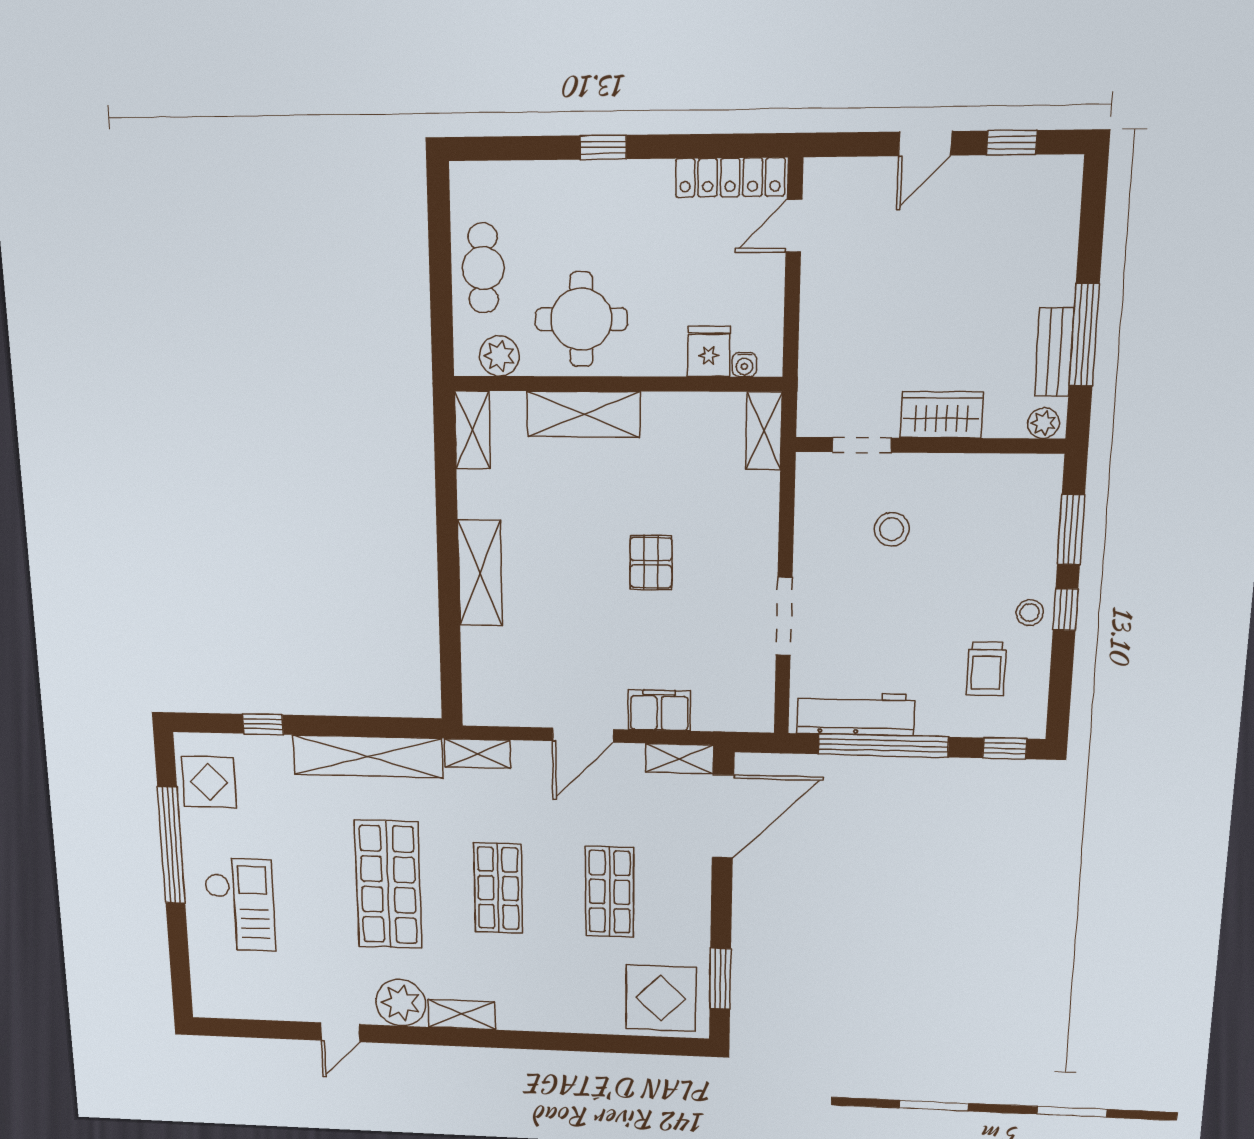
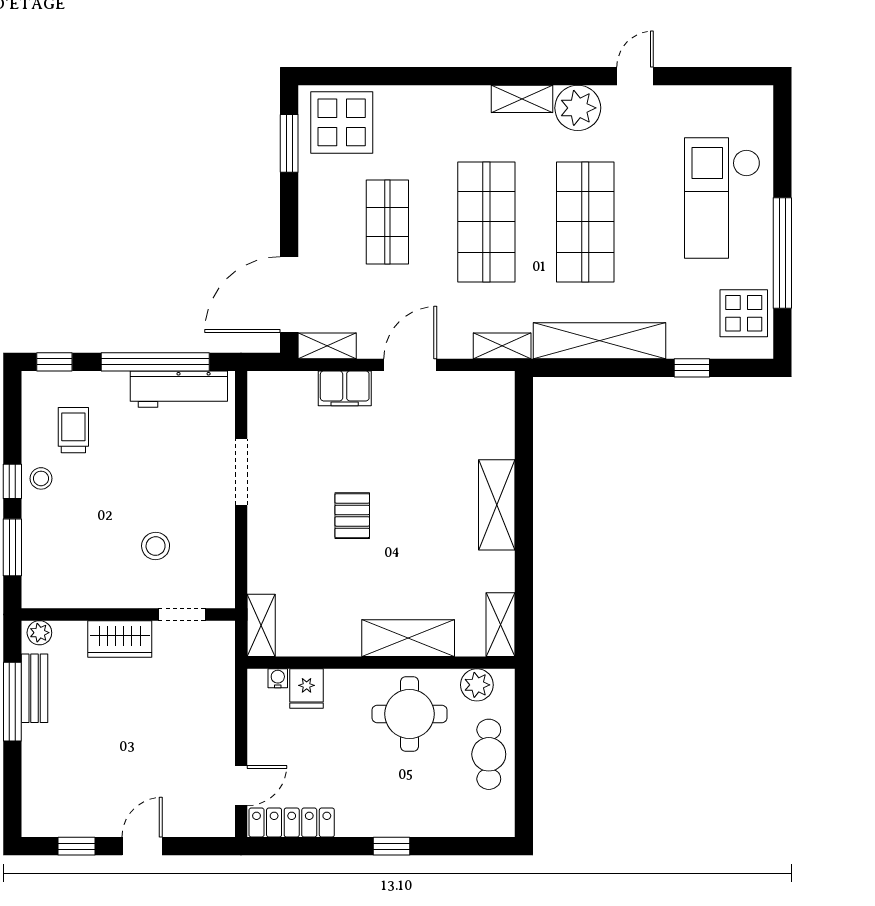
shop shelf: (498, 888) -> (486, 222), width x1.43, depth x1.36
checkout: (240, 905) -> (722, 198), width x1.36, depth x1.21

